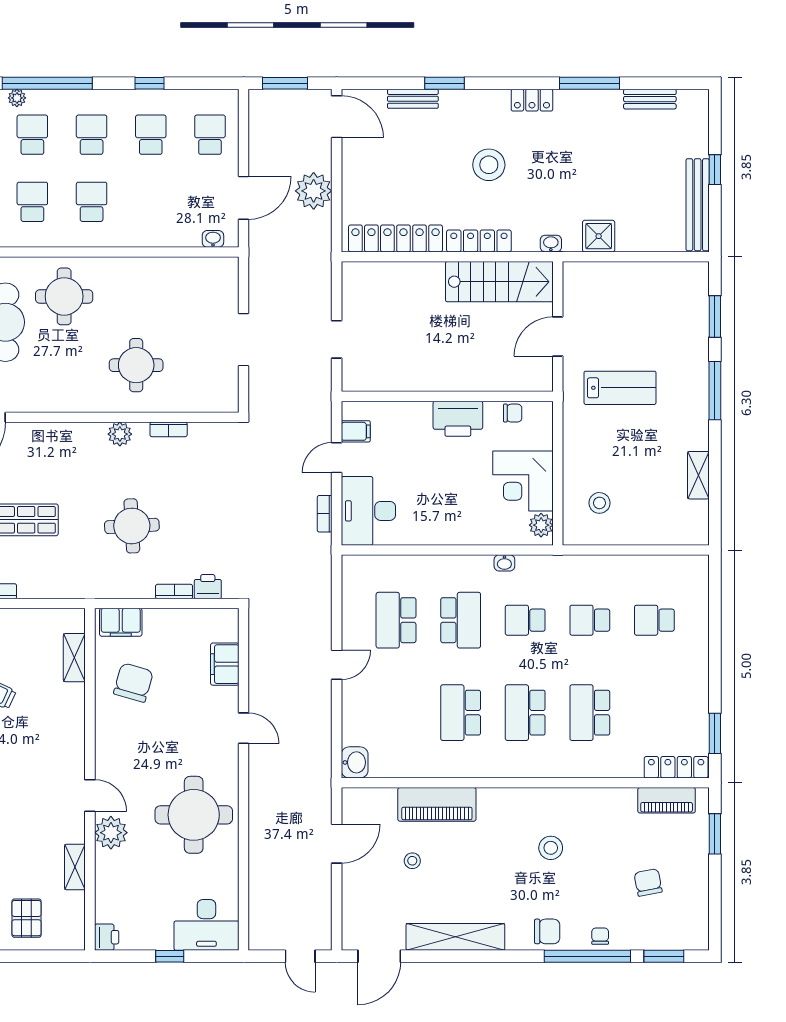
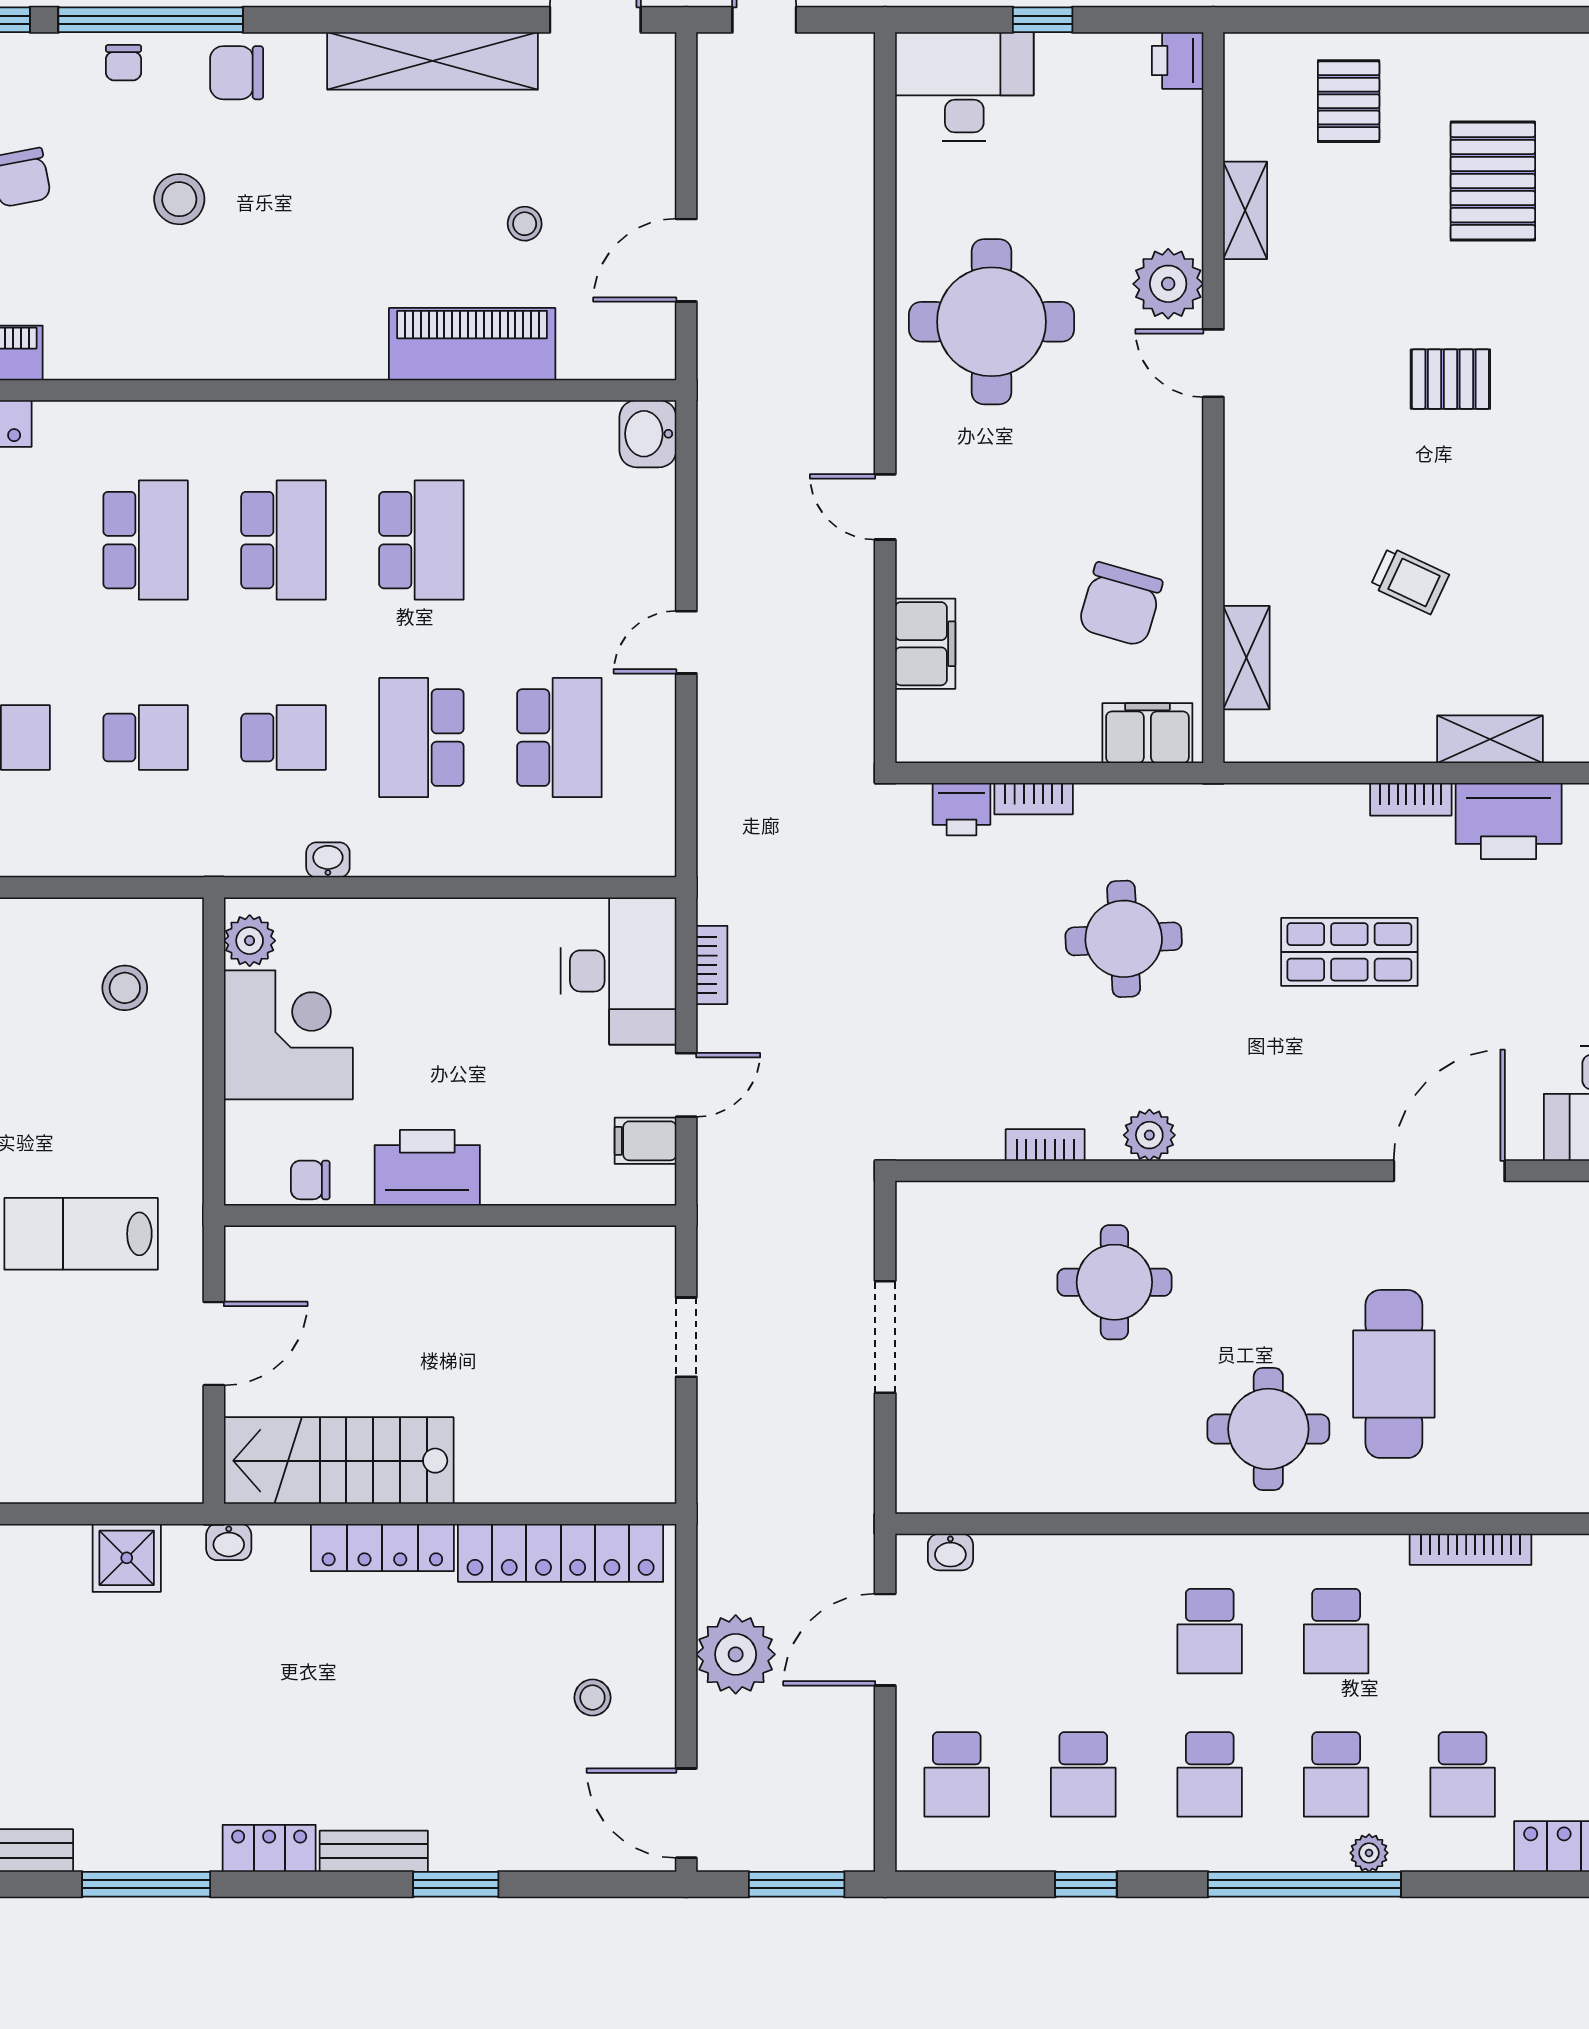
bench: (413, 99) -> (374, 1851), moved
stool: (489, 165) -> (592, 1698), moved, width x0.53, depth x0.53
stool: (551, 848) -> (179, 199), moved

